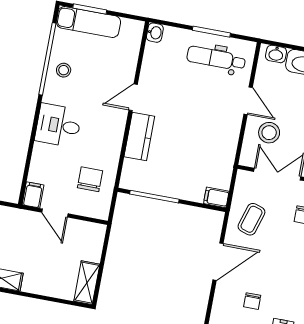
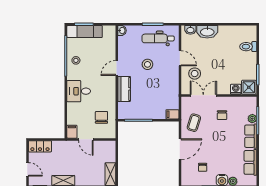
stool: (189, 101) -> (147, 64), added

